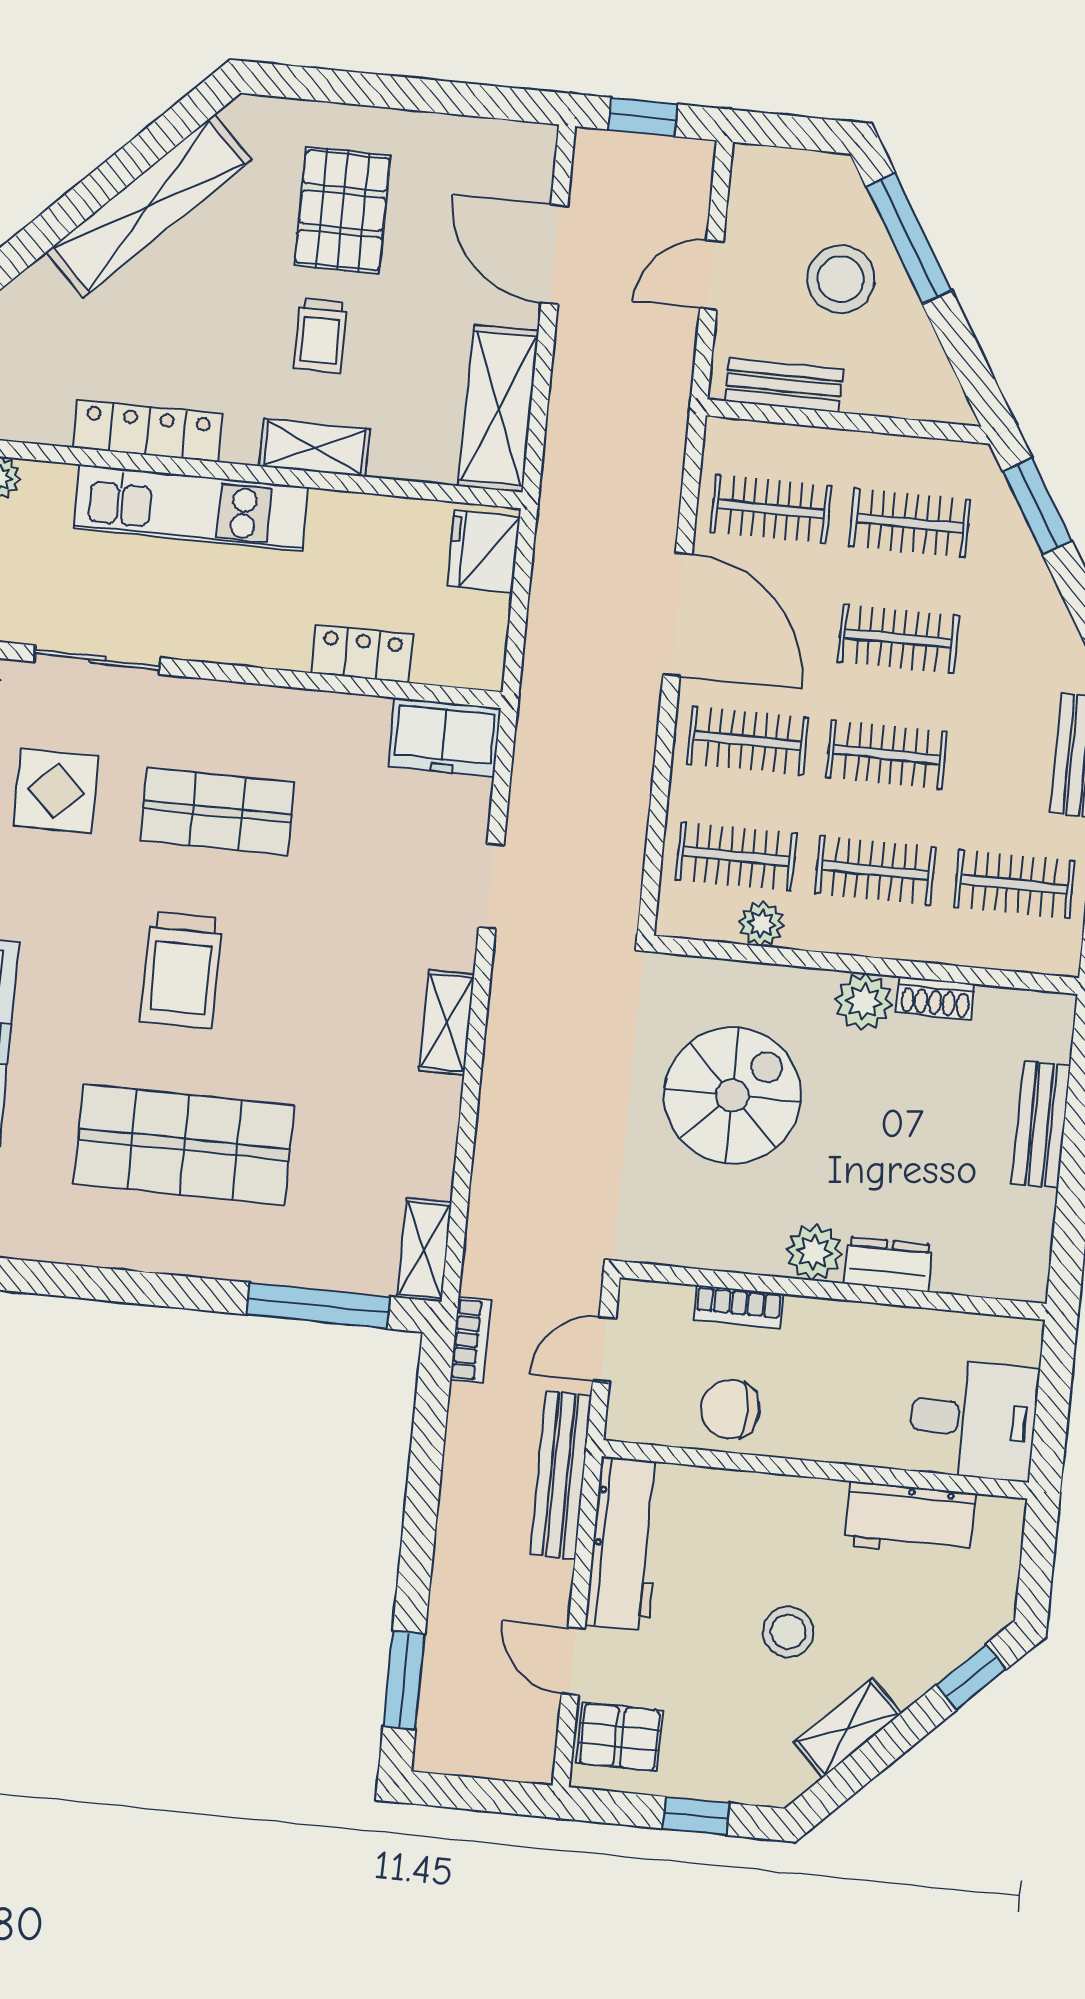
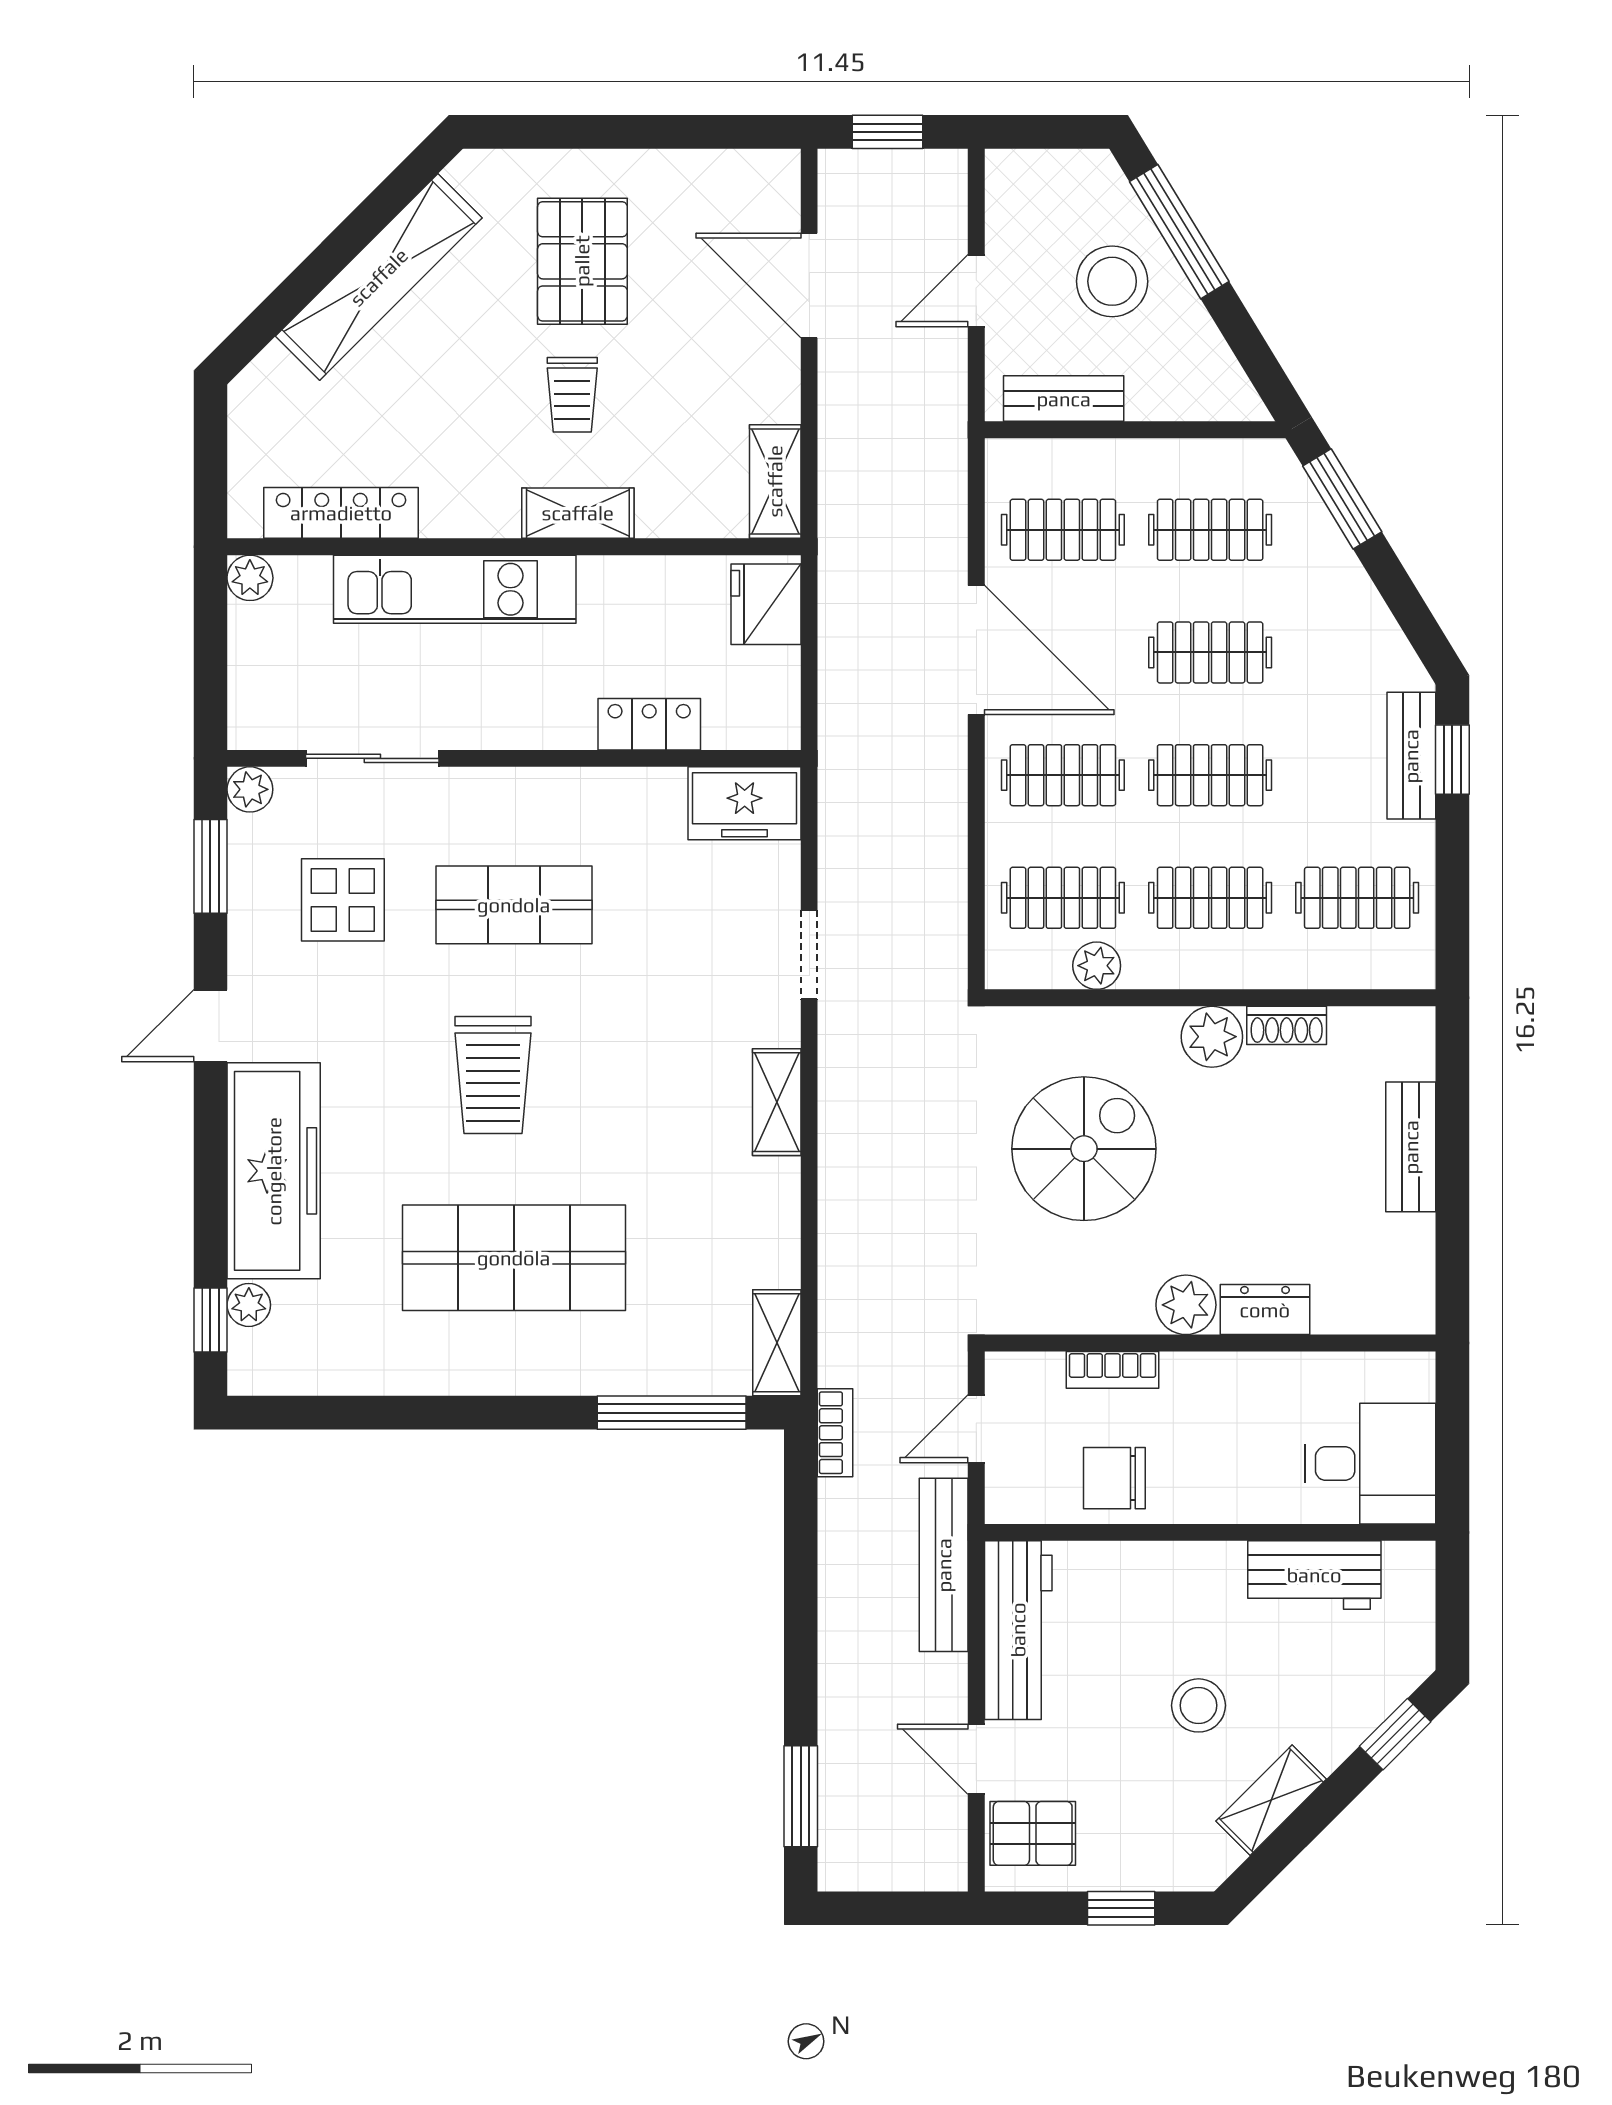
shelving: (498, 409) -> (775, 481), width x0.67, depth x0.75
locker: (148, 431) -> (341, 513), moved

